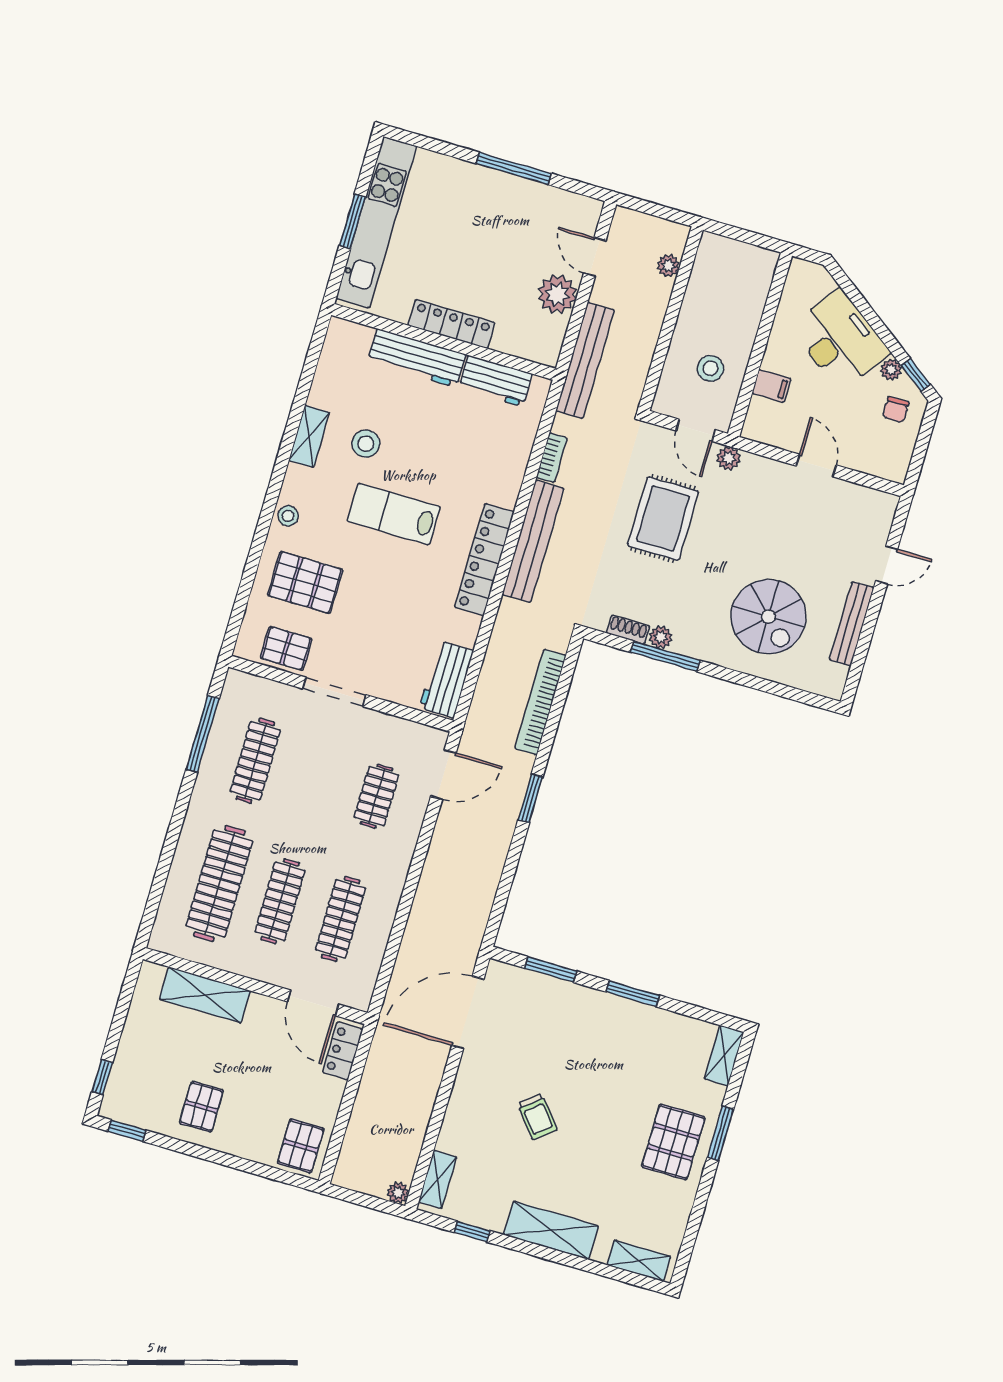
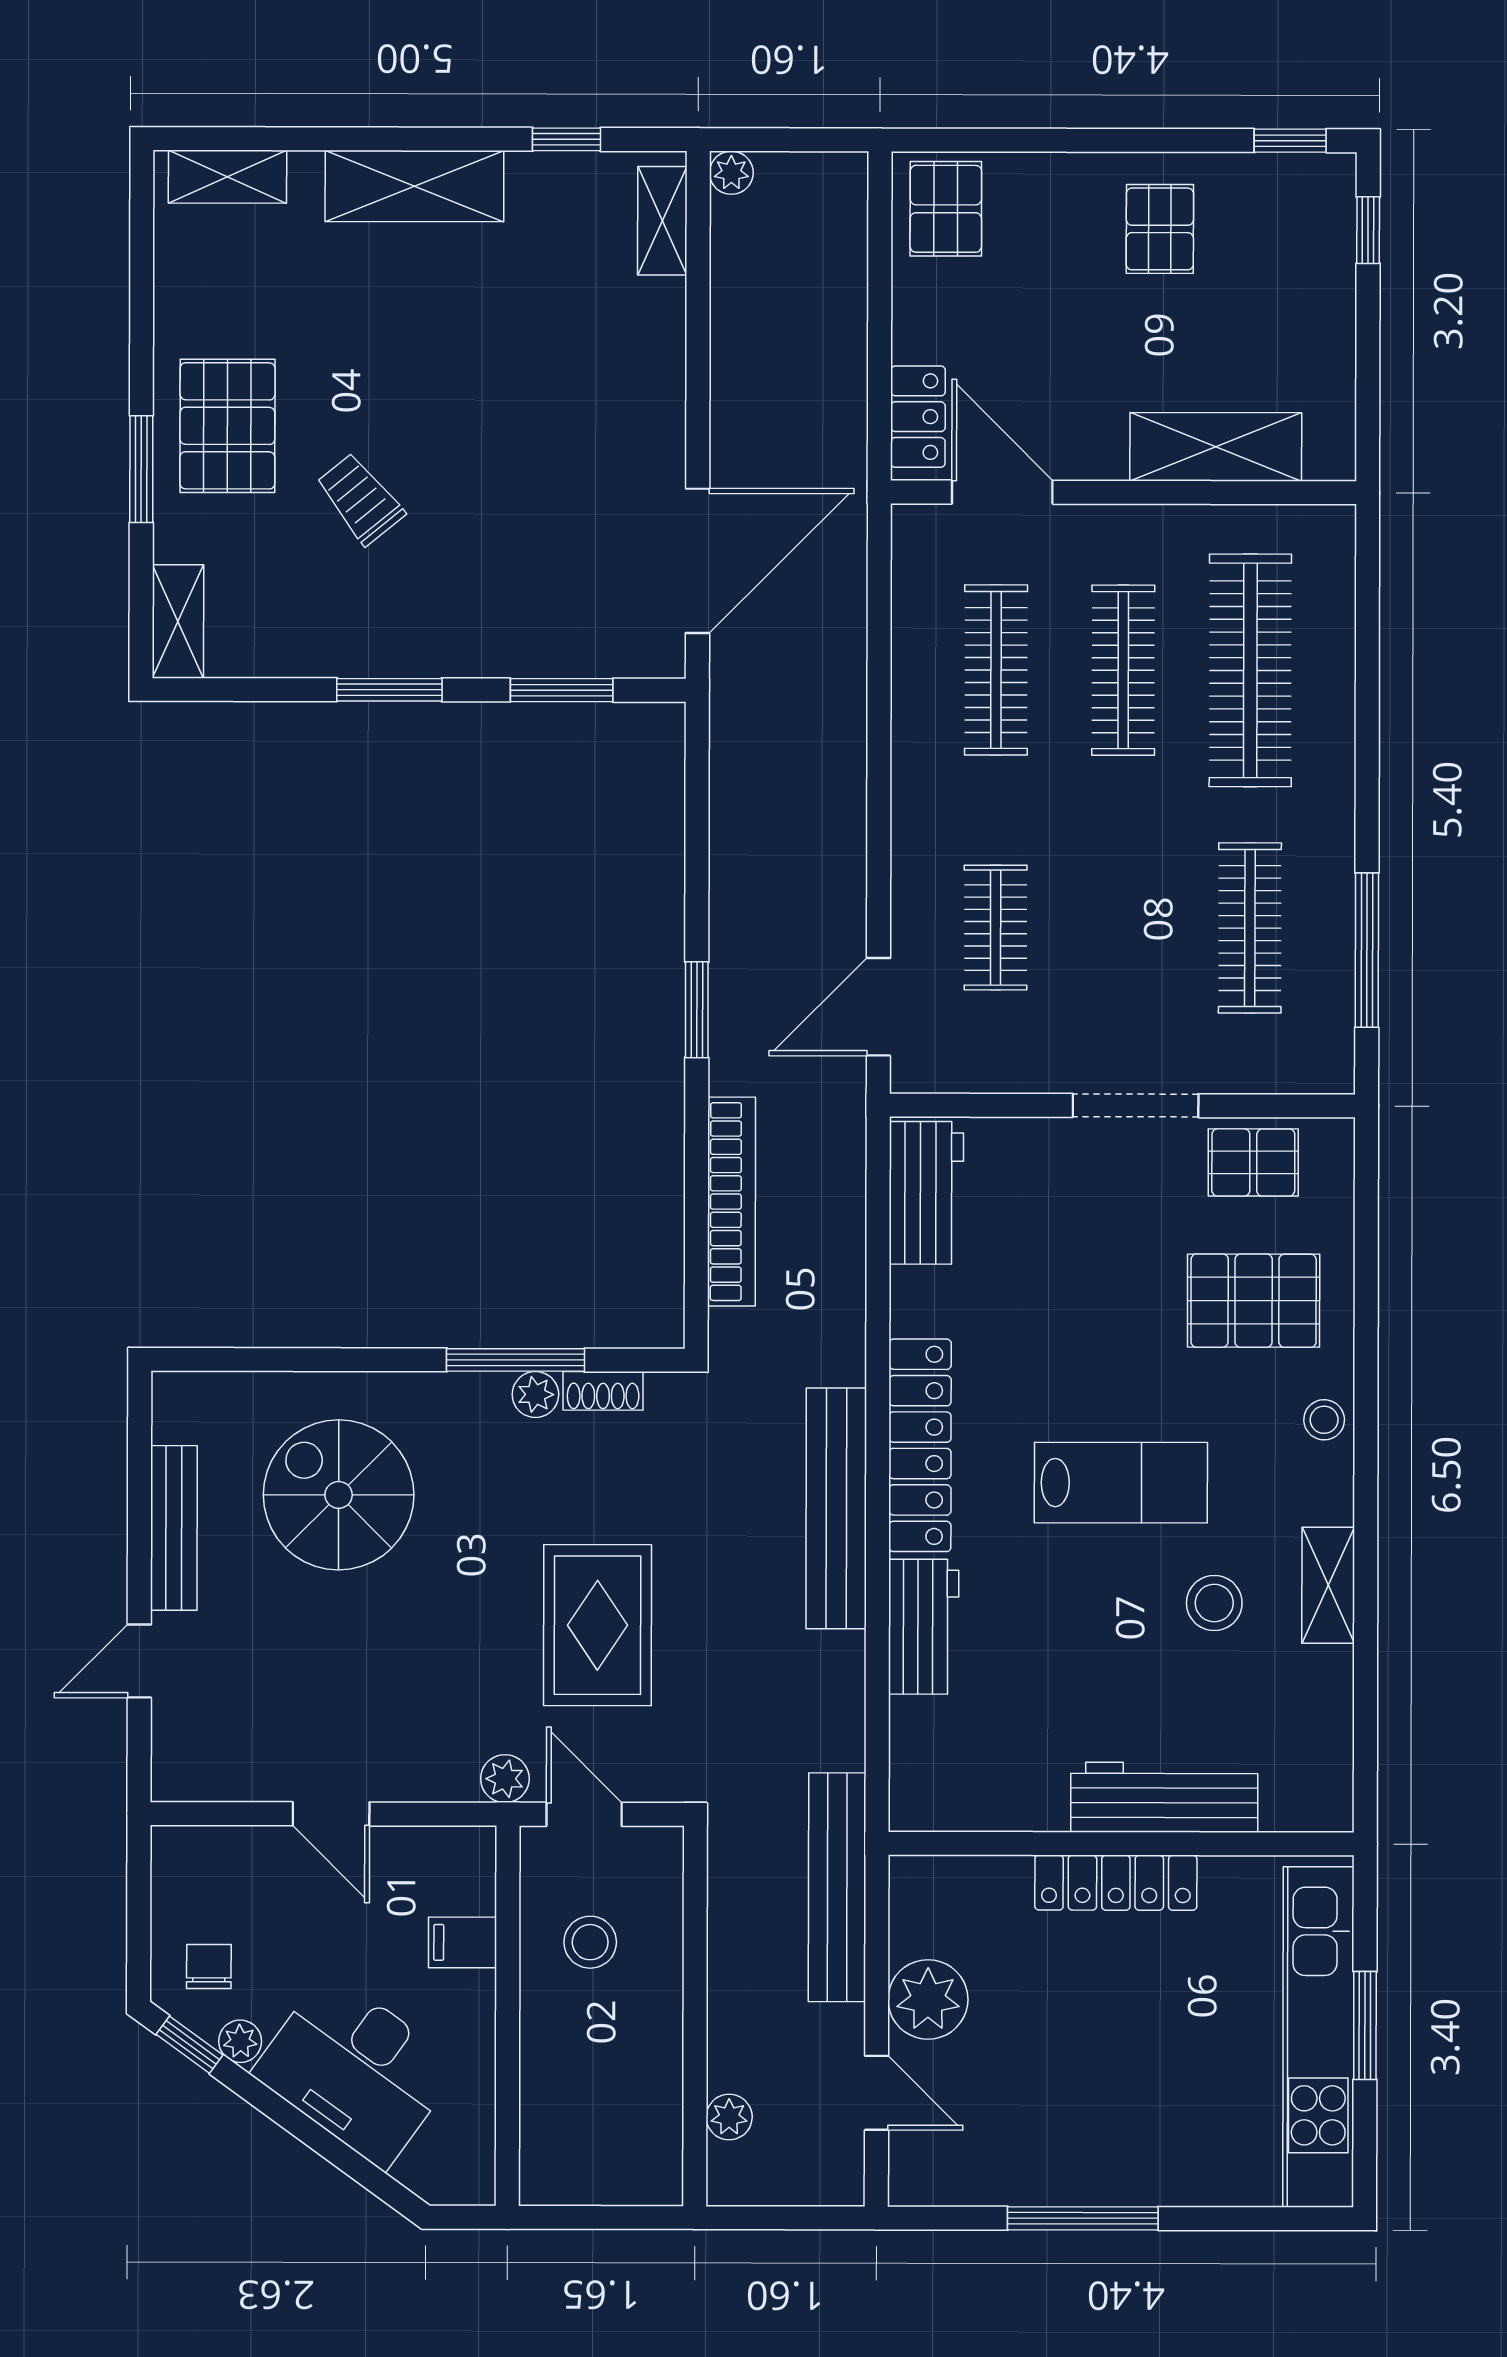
workbench: (496, 381) -> (924, 1627), moved, turned 90
bookcase: (552, 458) -> (847, 1680), removed
trolley: (537, 1116) -> (360, 499), moved

